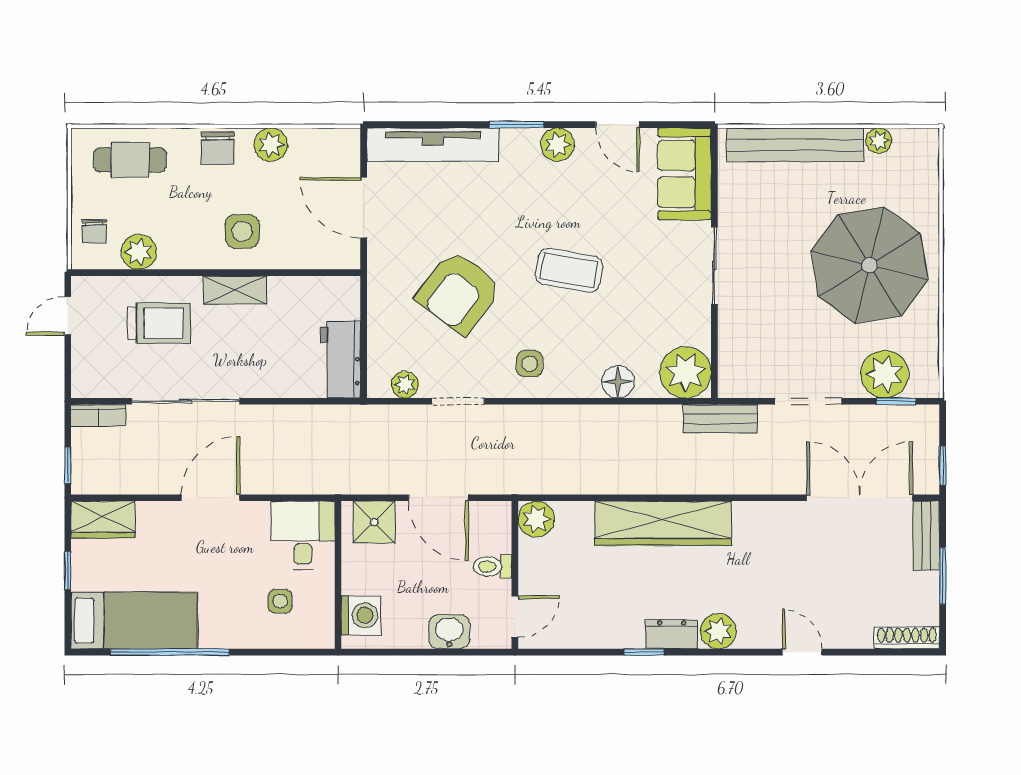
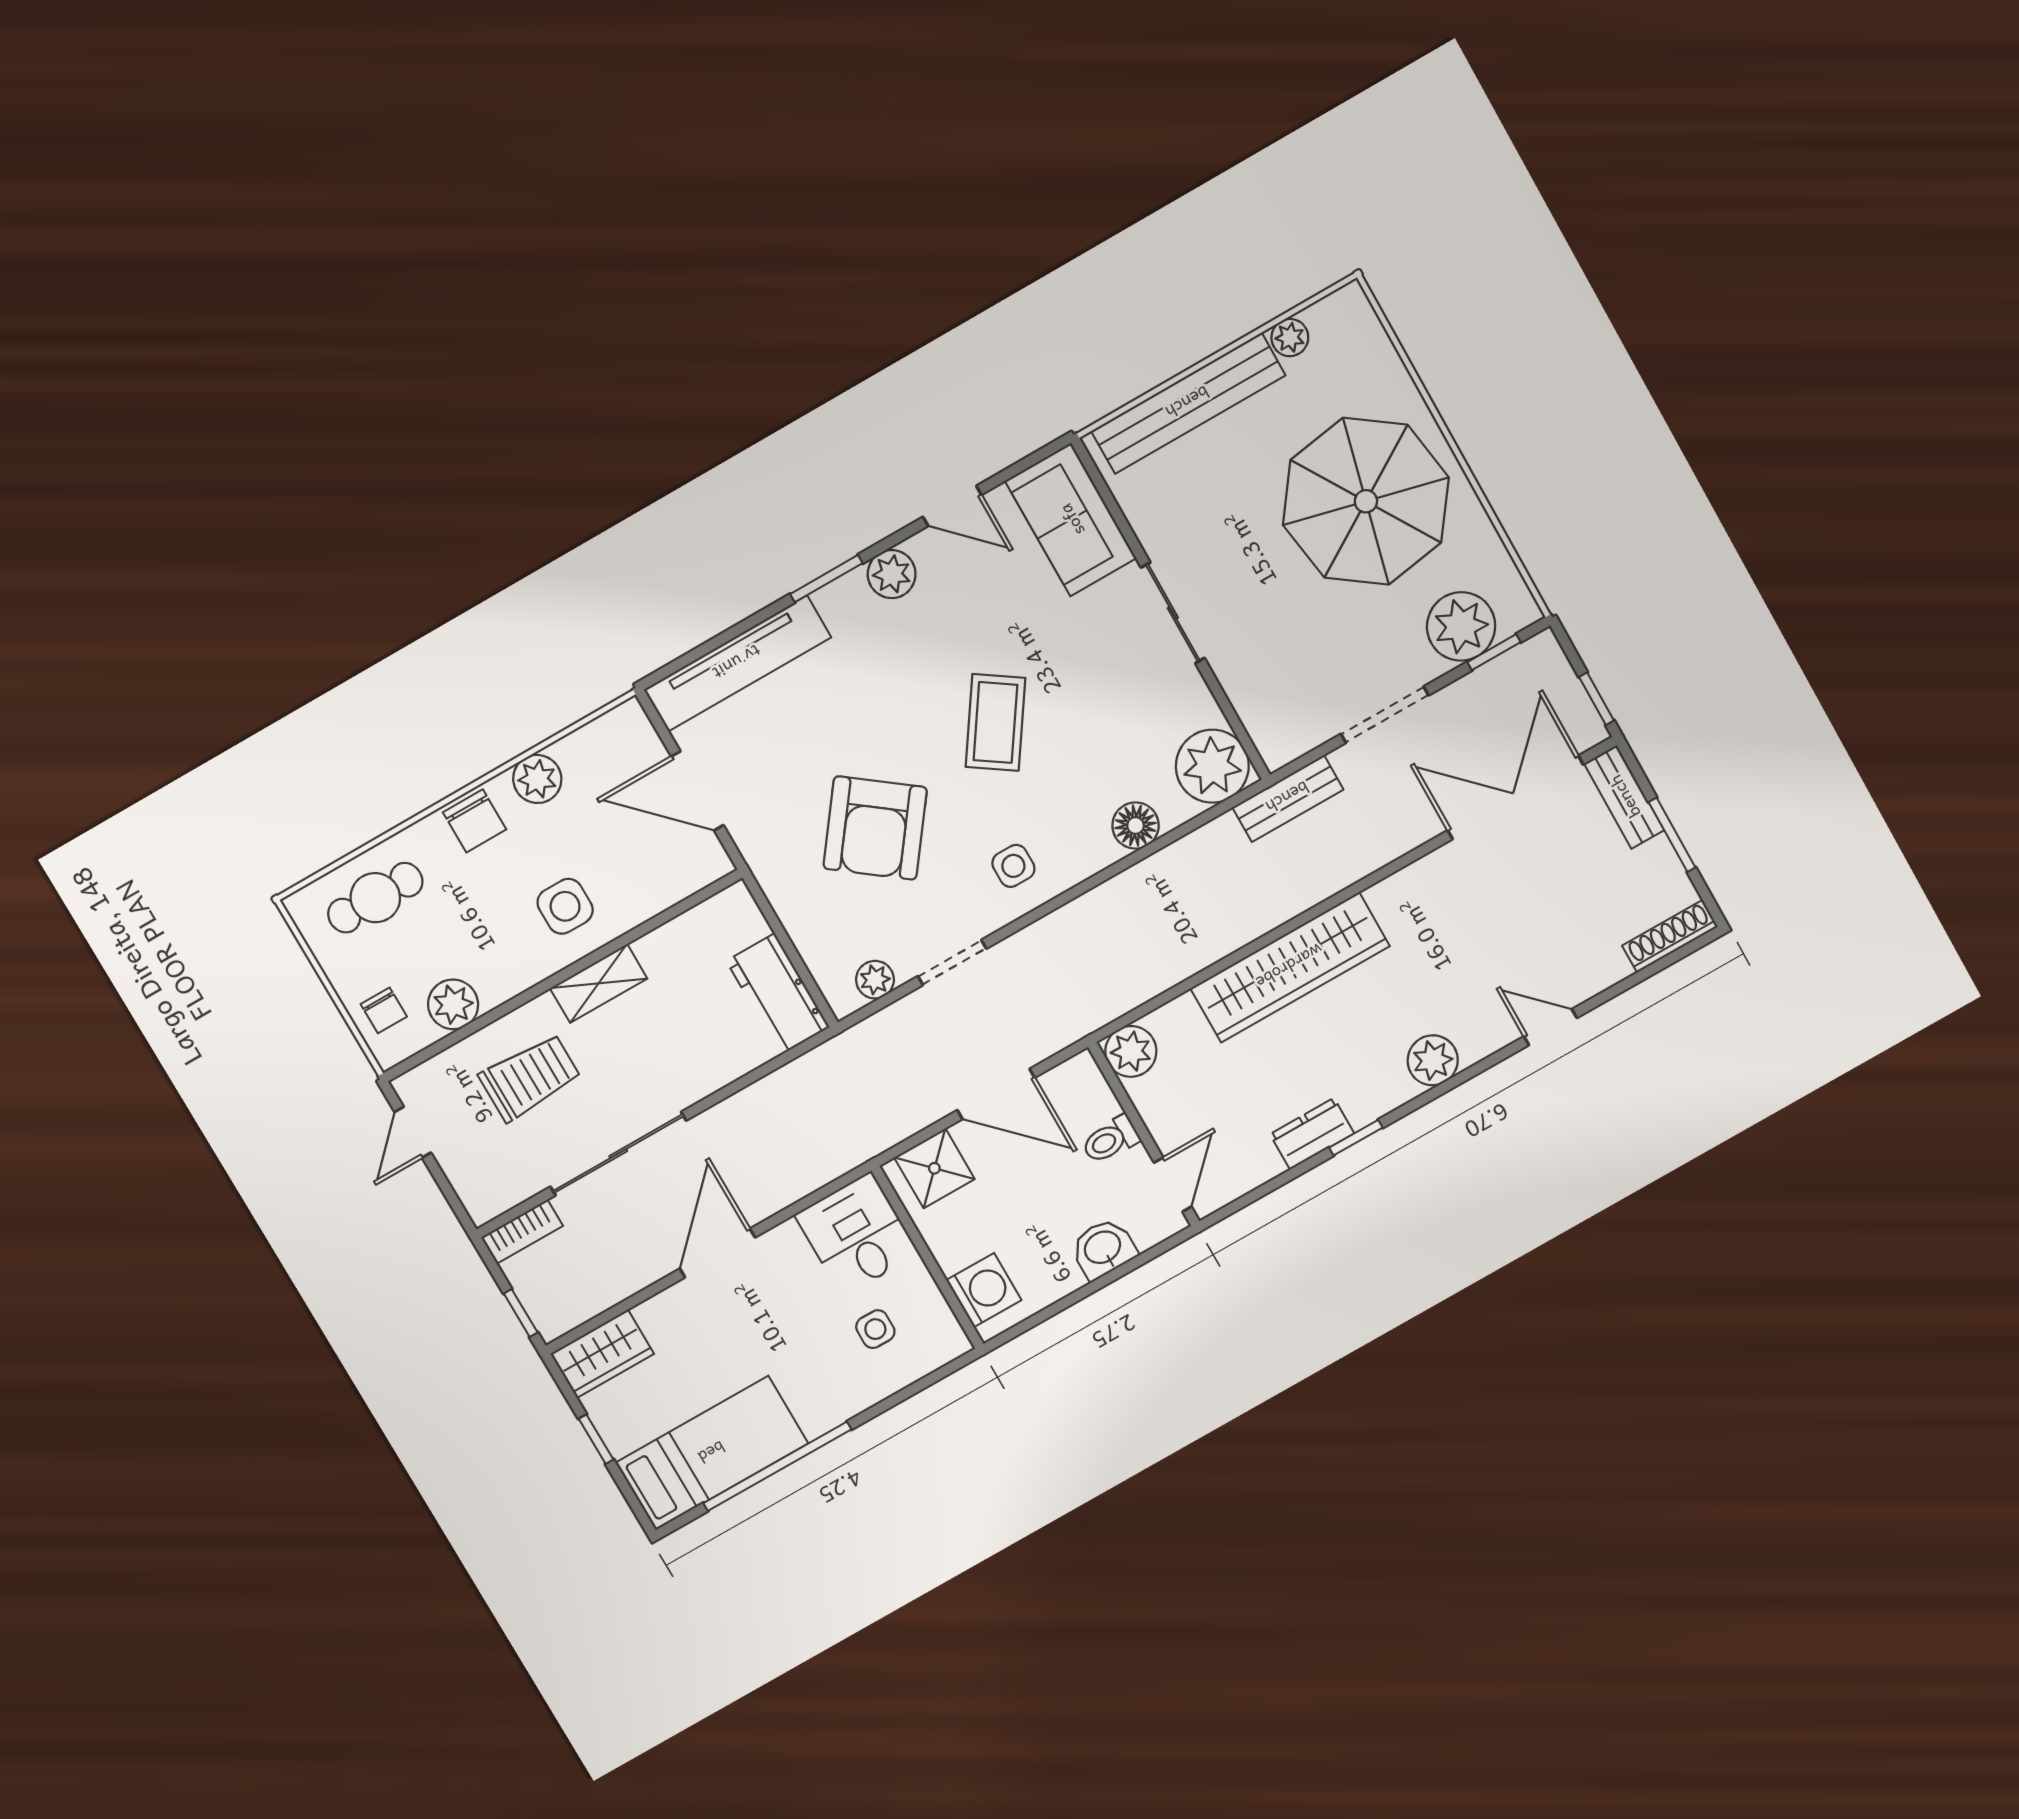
coffee table: (569, 270) -> (995, 722), turned -66
dresser: (672, 634) -> (1312, 1134), moved

